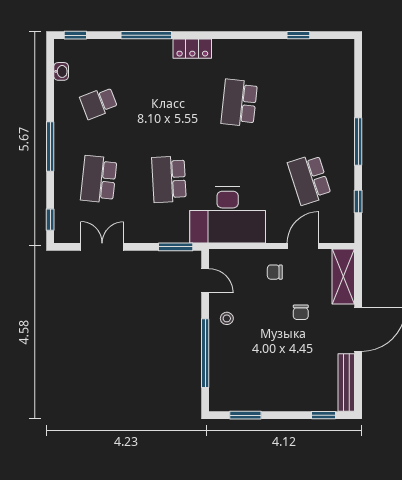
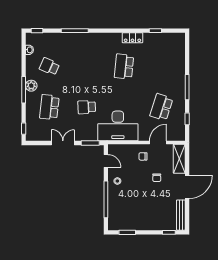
locker: (192, 49) -> (132, 38), moved
school desk: (99, 103) -> (49, 66), turned 45
plant: (64, 139) -> (31, 86), added
school desk: (169, 179) -> (87, 107), width x0.54
school desk: (310, 179) -> (161, 107), turned 36
double door: (102, 247) -> (63, 143), moved

